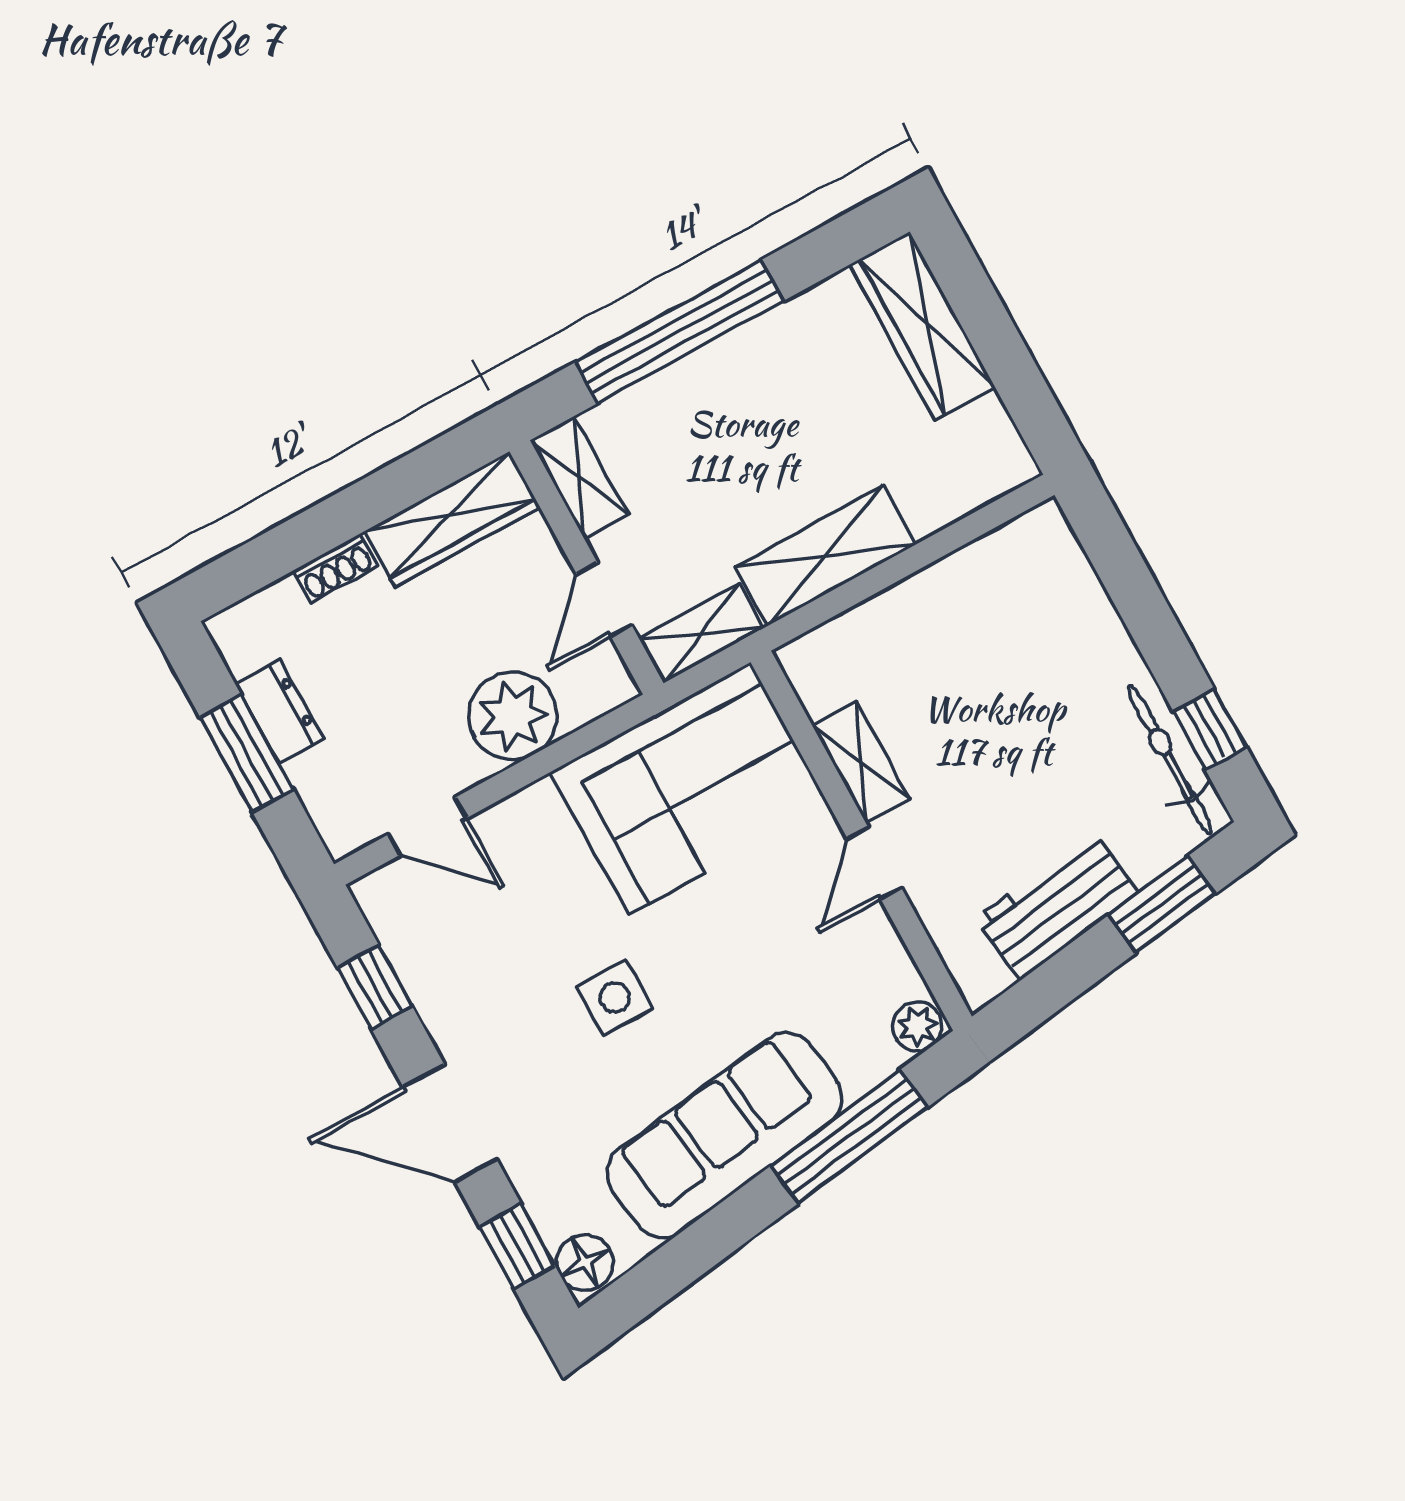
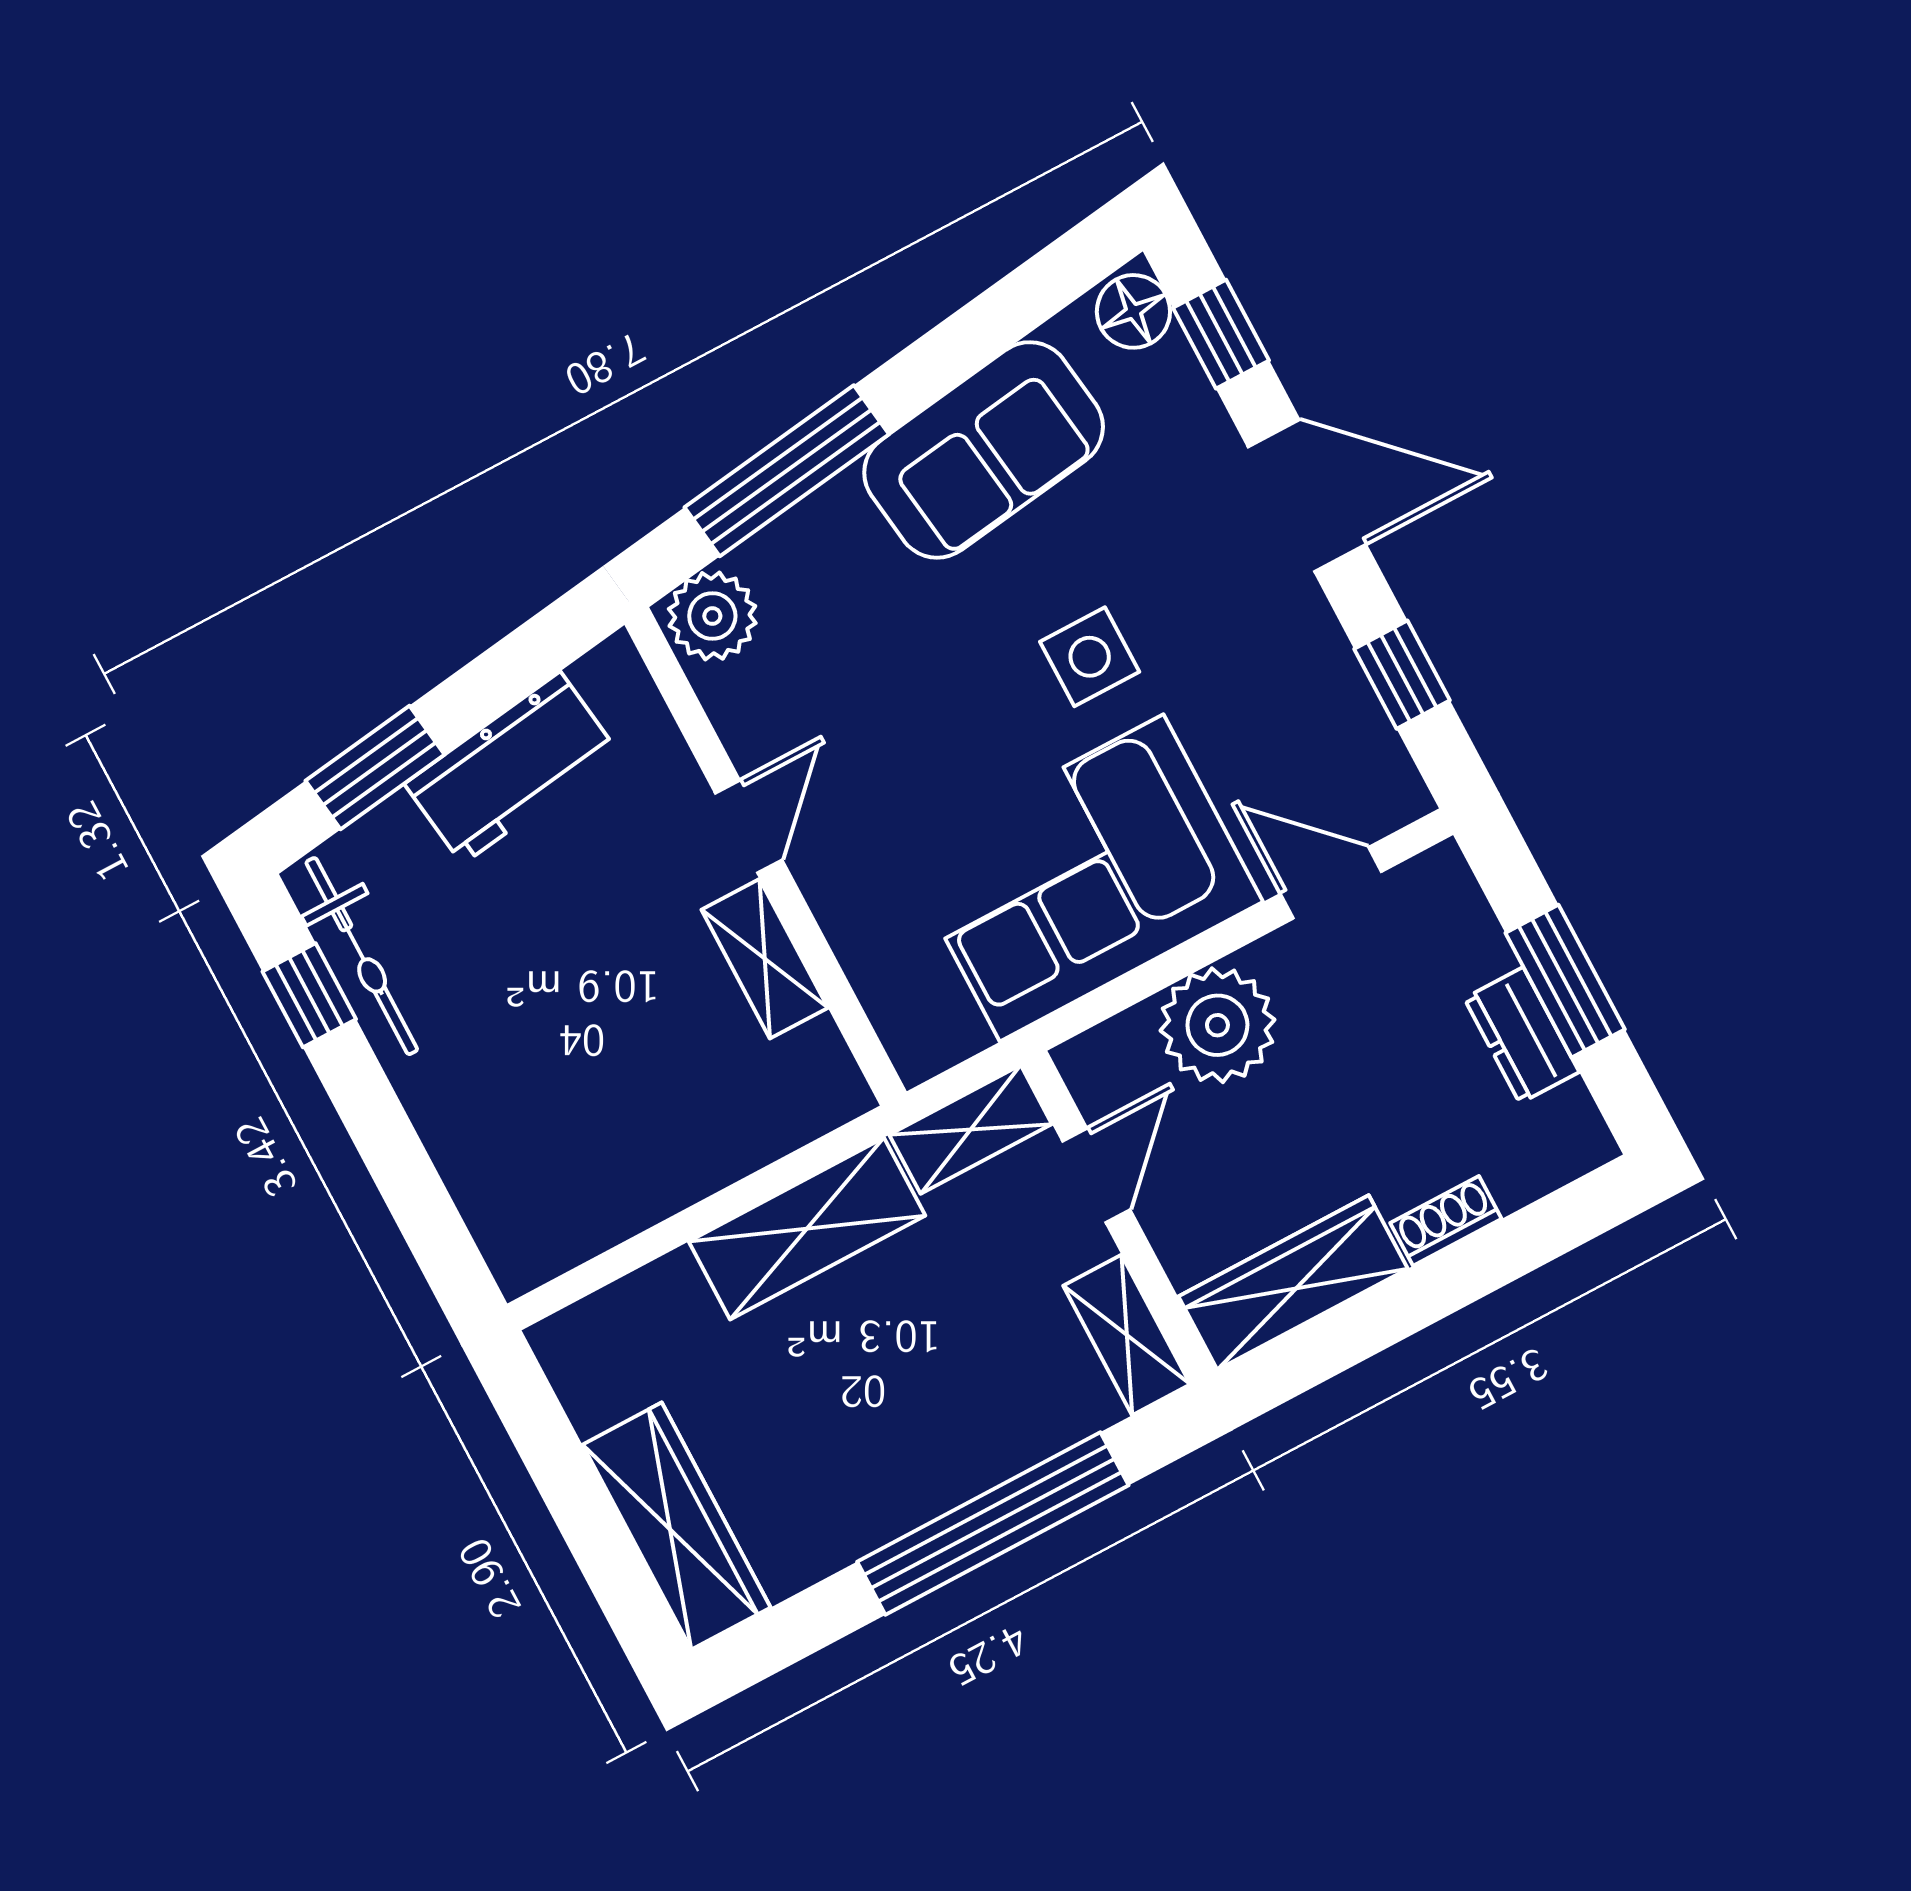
corner sofa: (690, 788) -> (1082, 878), moved
plant: (918, 1026) -> (712, 616), width x1.38, depth x1.38
sofa: (724, 1135) -> (984, 450), width x0.73

